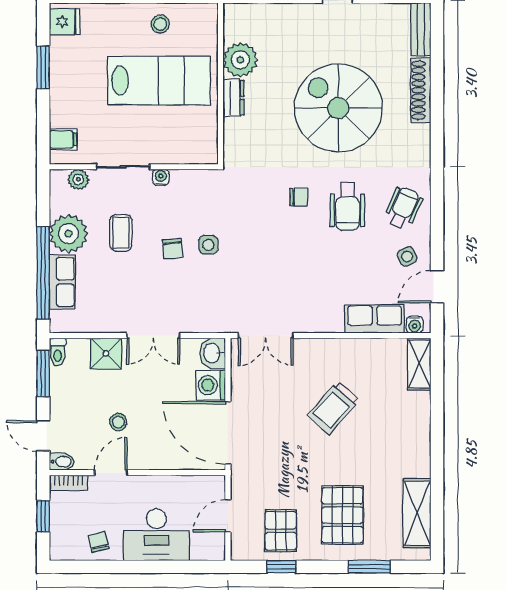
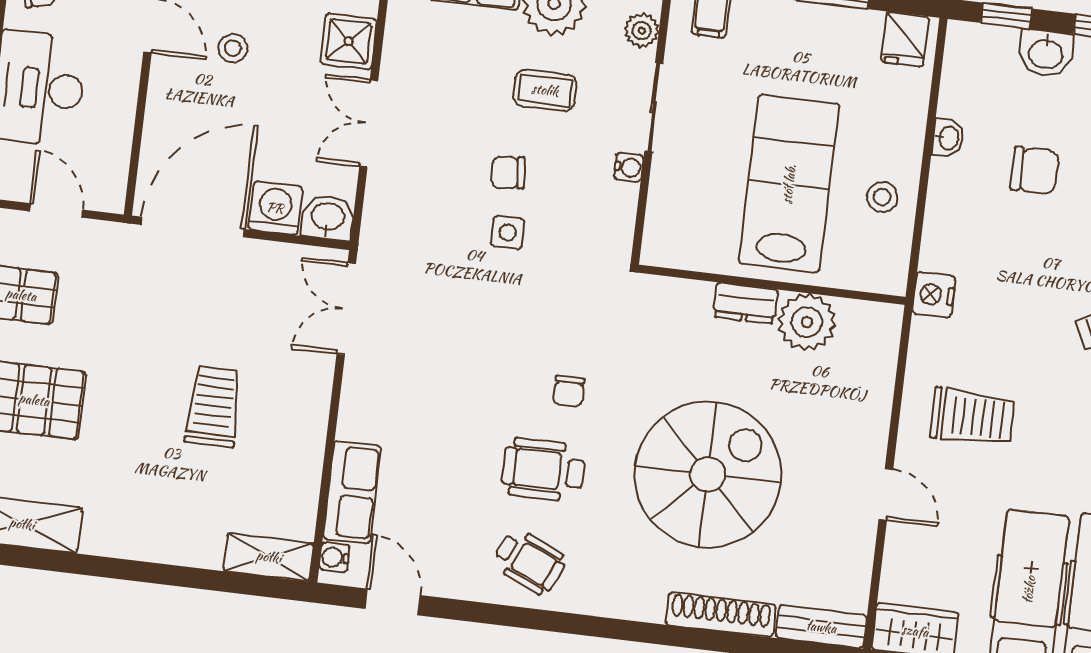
lab bench: (159, 81) -> (789, 184), turned 180
side table: (407, 256) -> (449, 558), removed
trolley: (334, 408) -> (213, 407), turned 49

